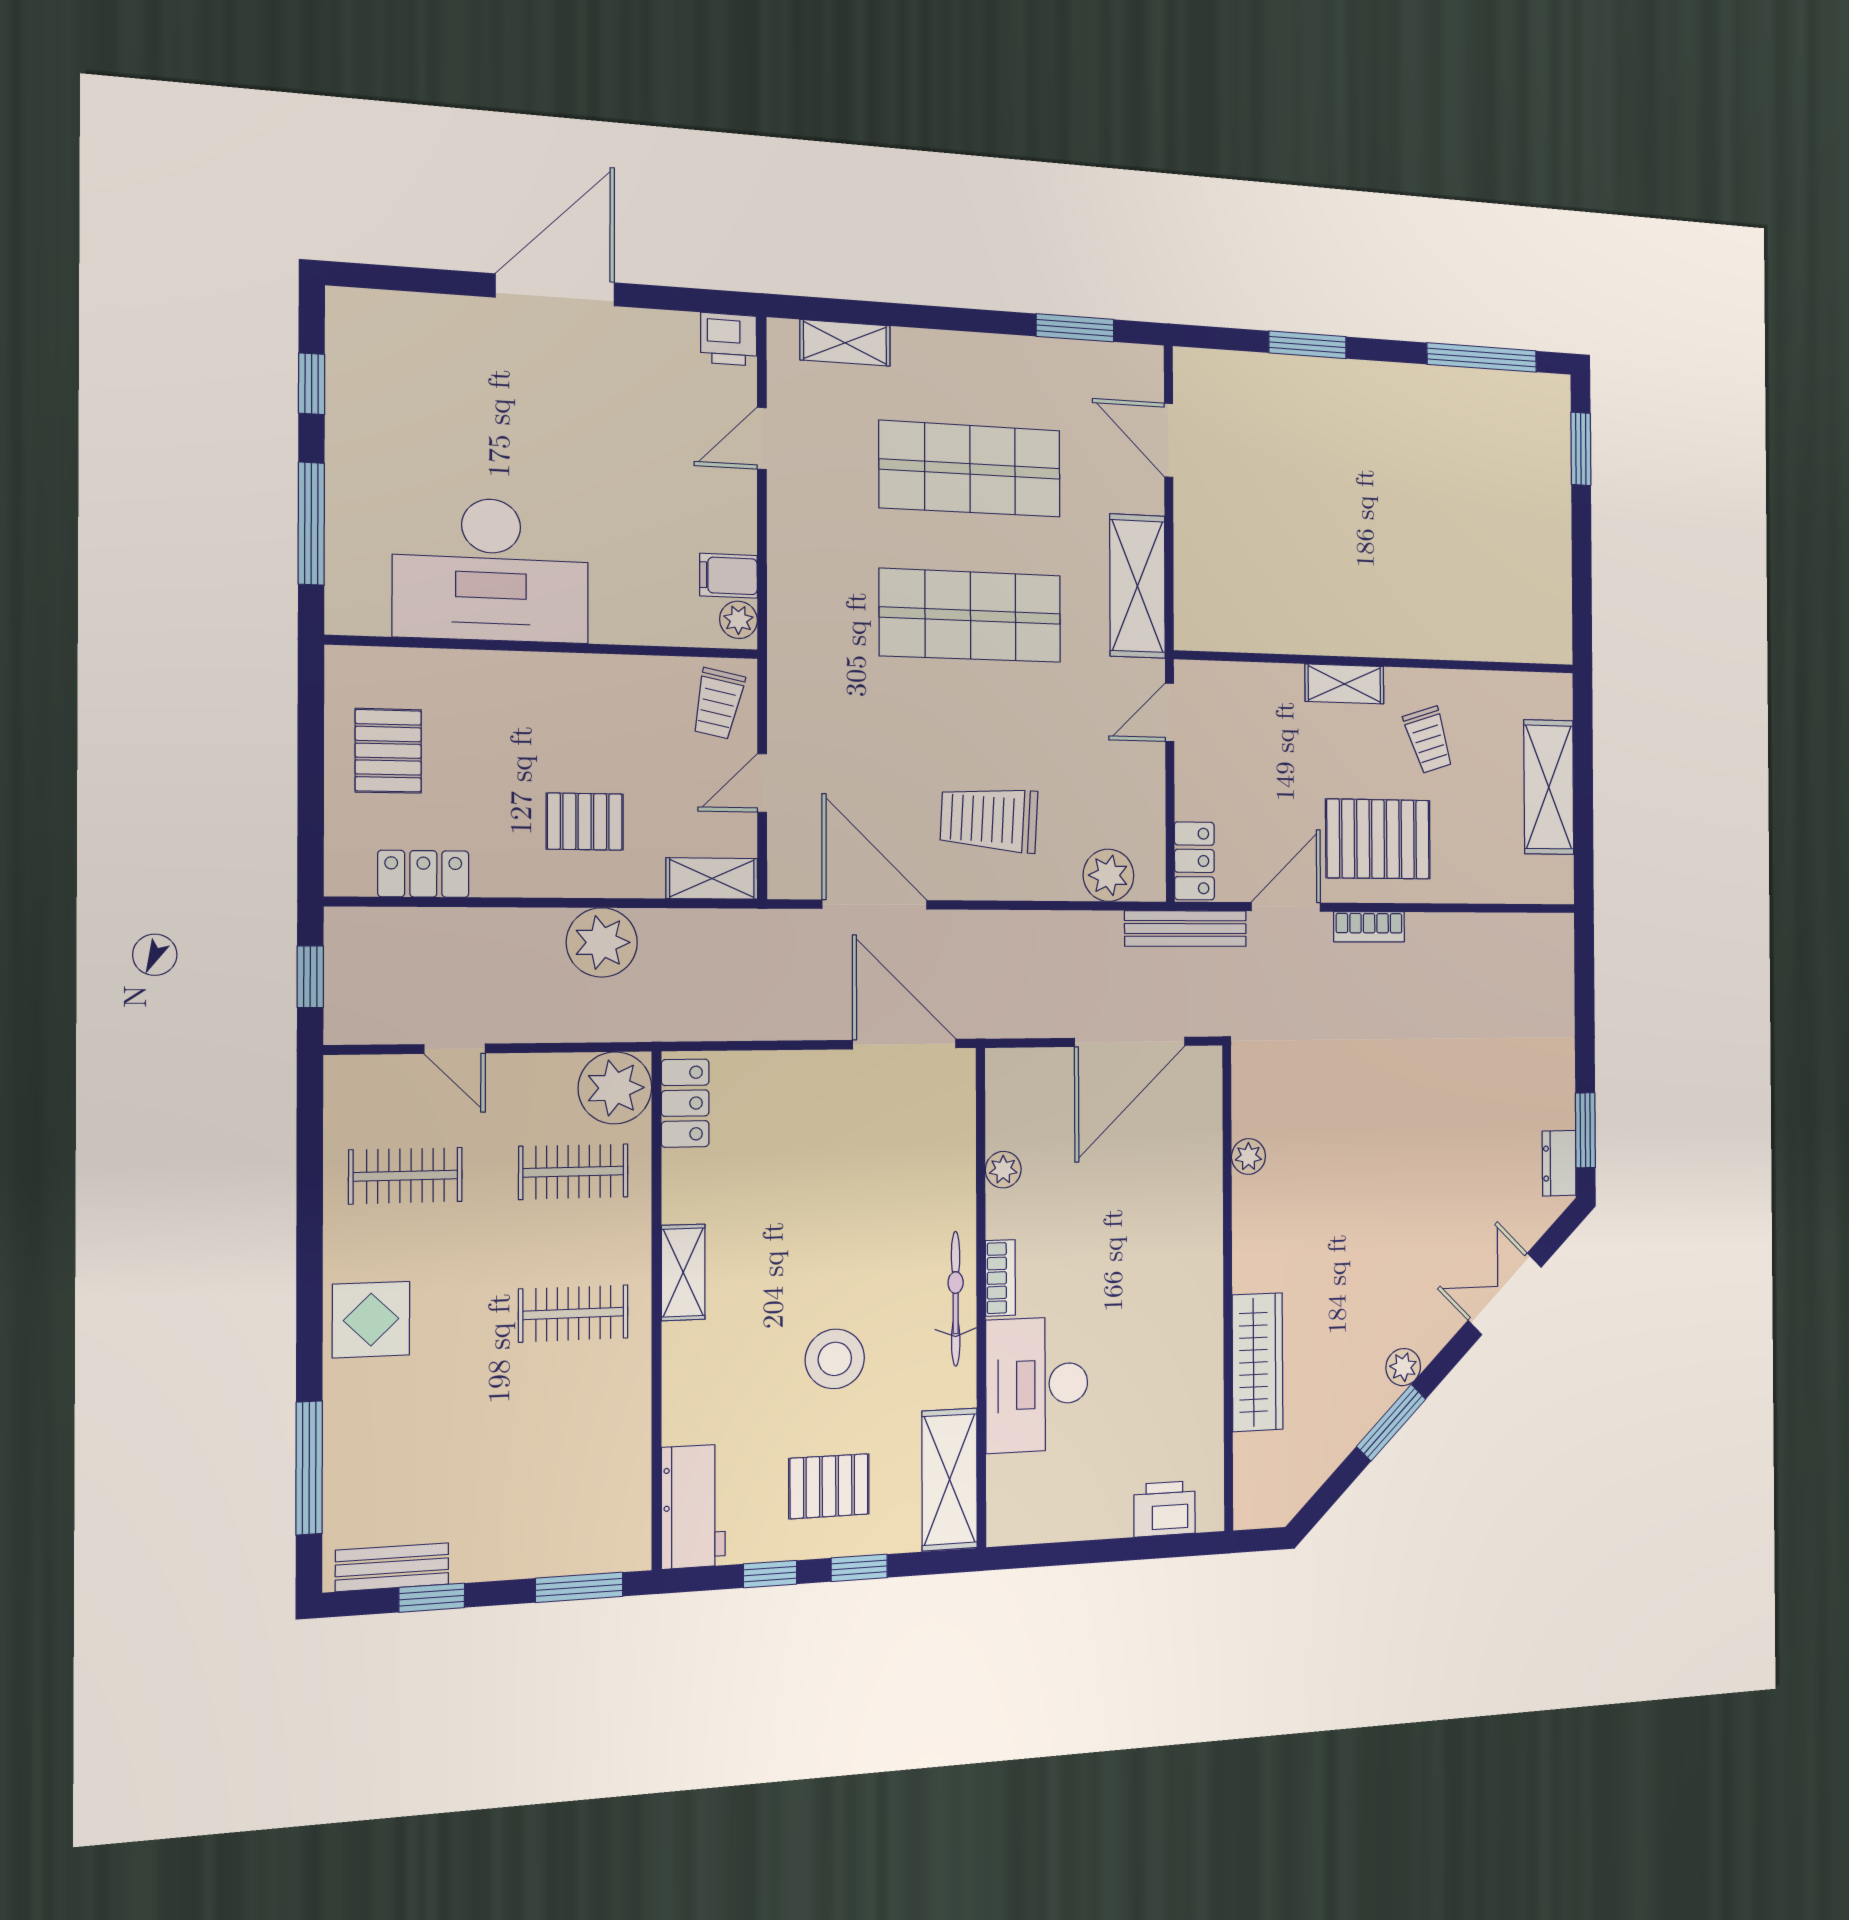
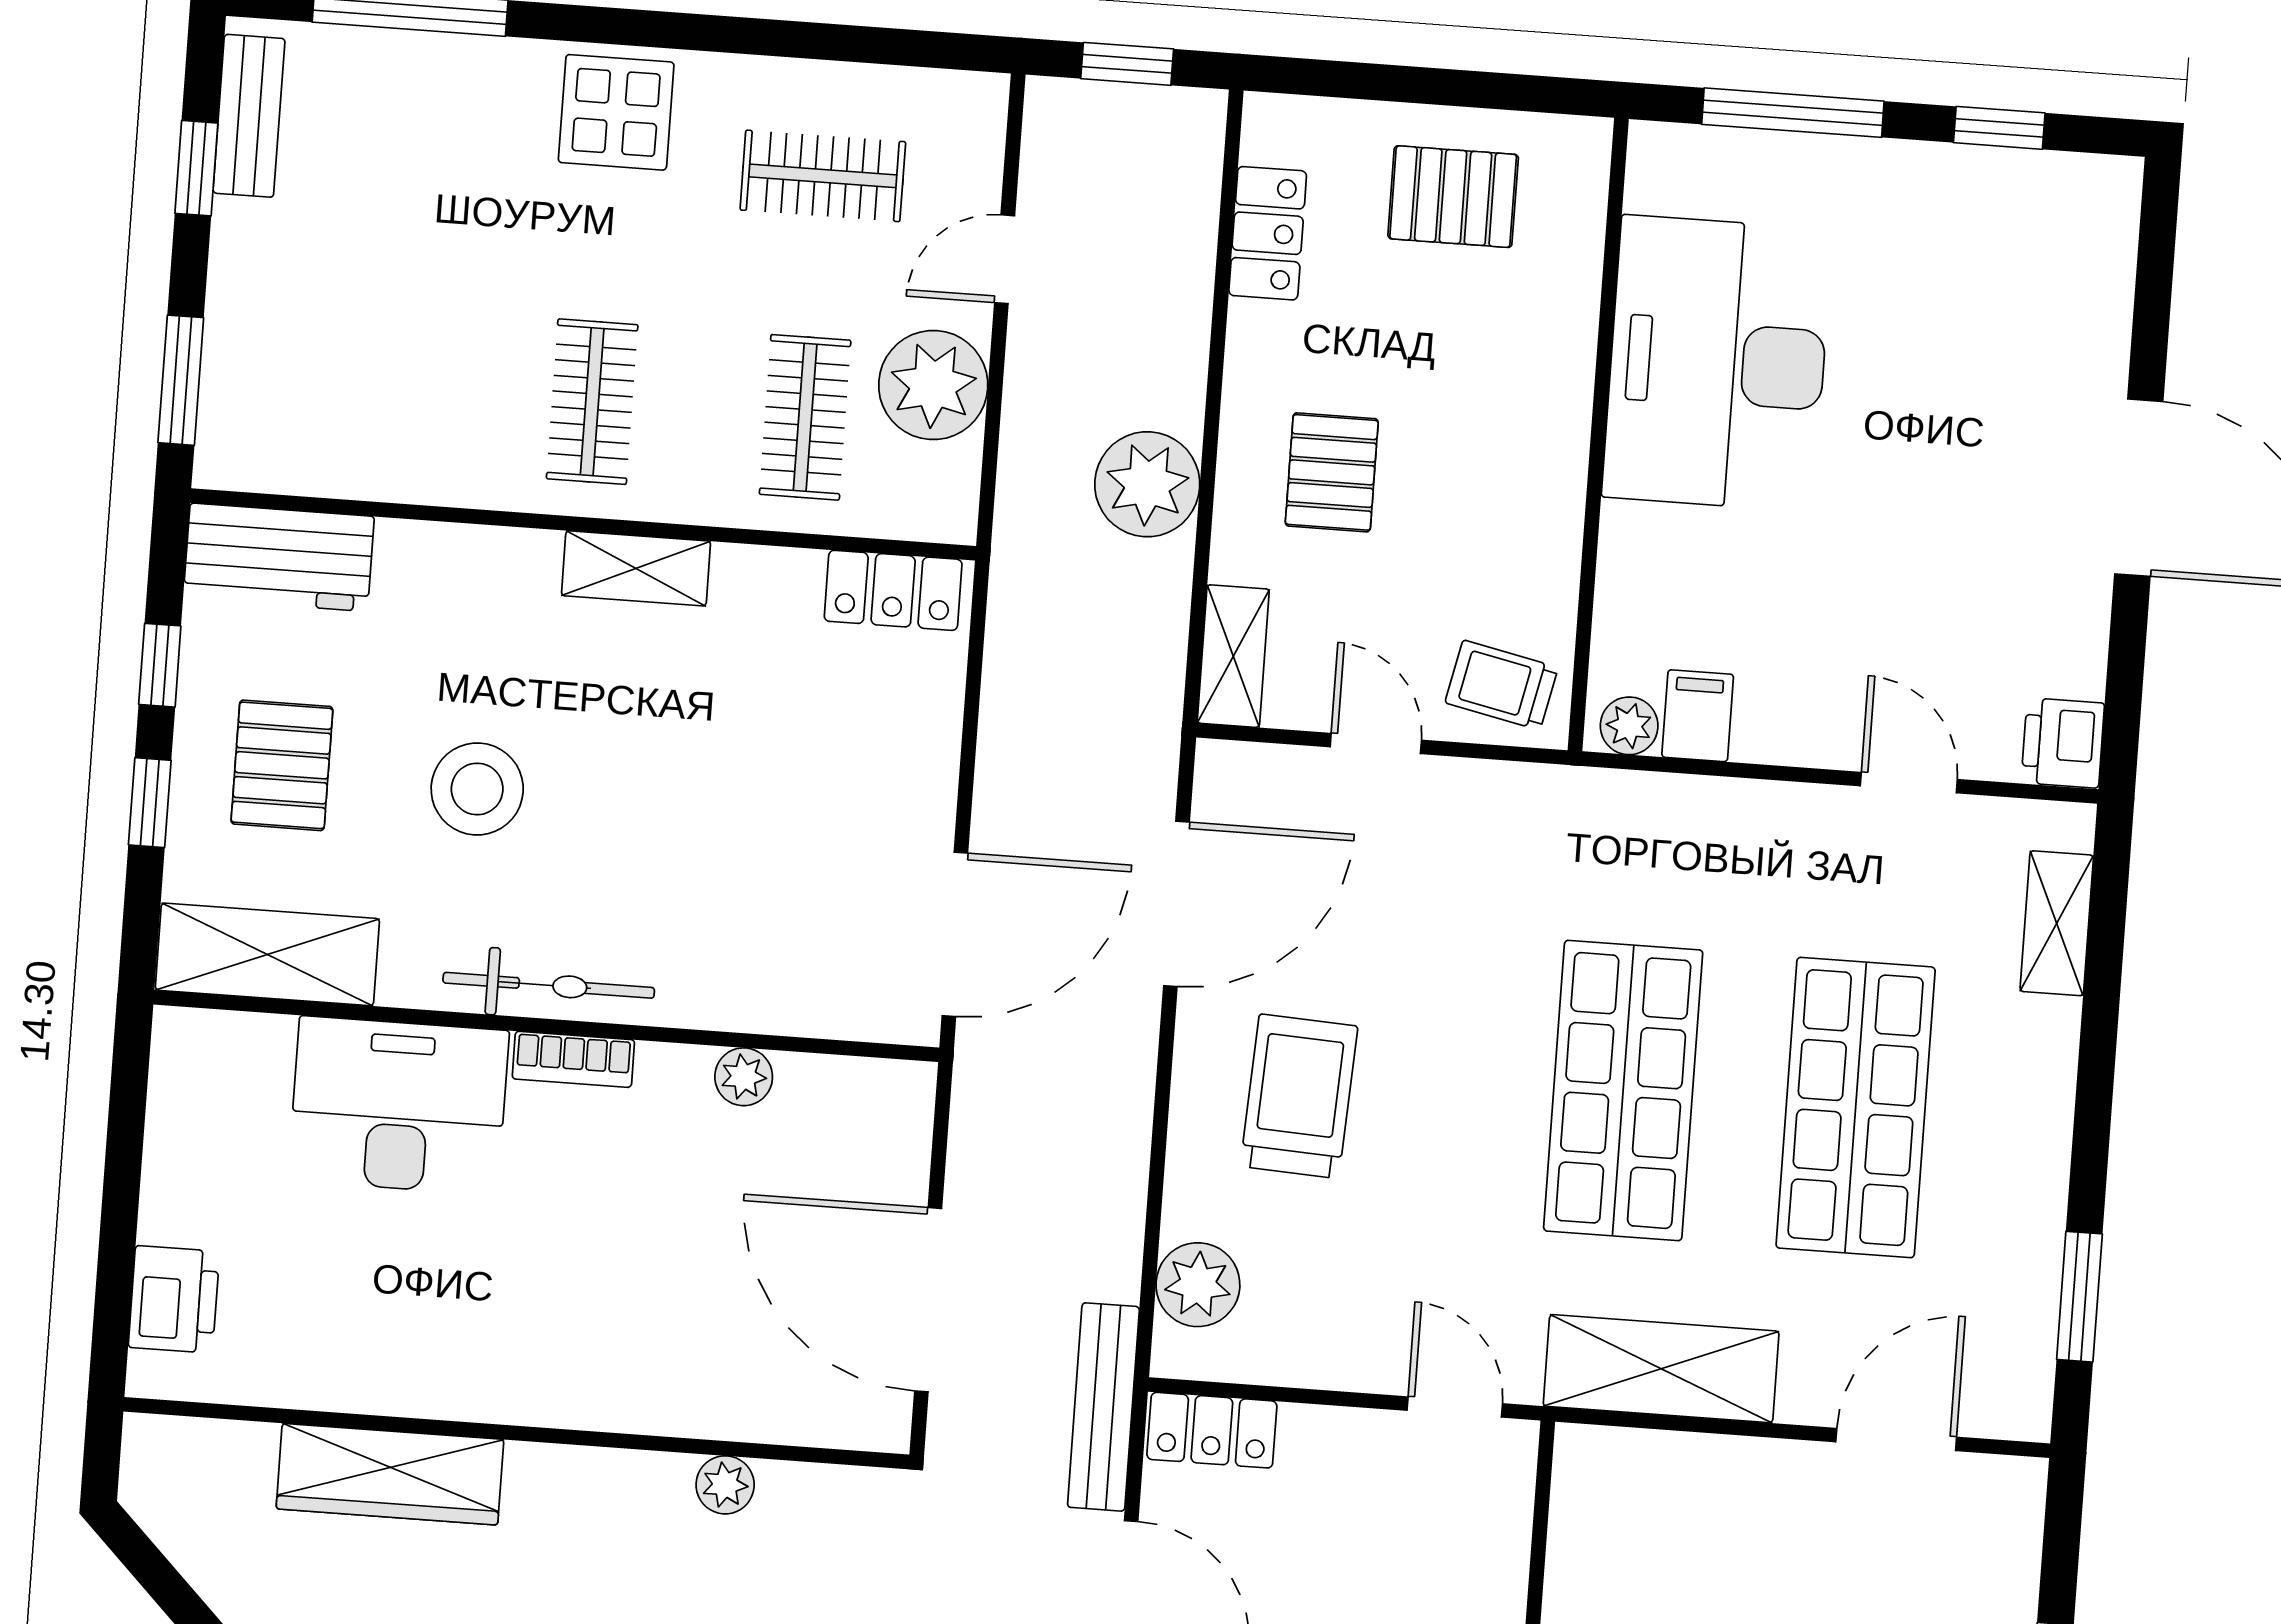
plant: (615, 1088) -> (933, 385), moved
clothes rail: (405, 1176) -> (823, 176), turned 90

